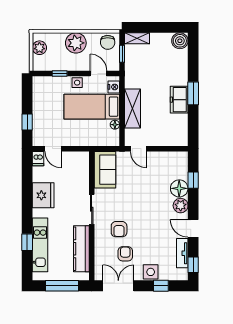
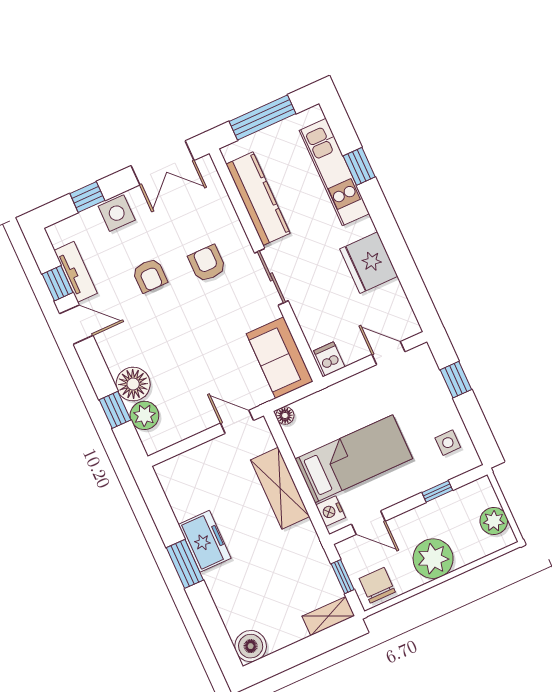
side table: (77, 83) -> (448, 443), moved
floor lamp: (115, 125) -> (285, 415), moved
dishwasher: (38, 159) -> (329, 359), moved
plant: (181, 206) -> (144, 415), moved
armchair: (125, 254) -> (150, 275), moved
window: (193, 265) -> (58, 283), moved

